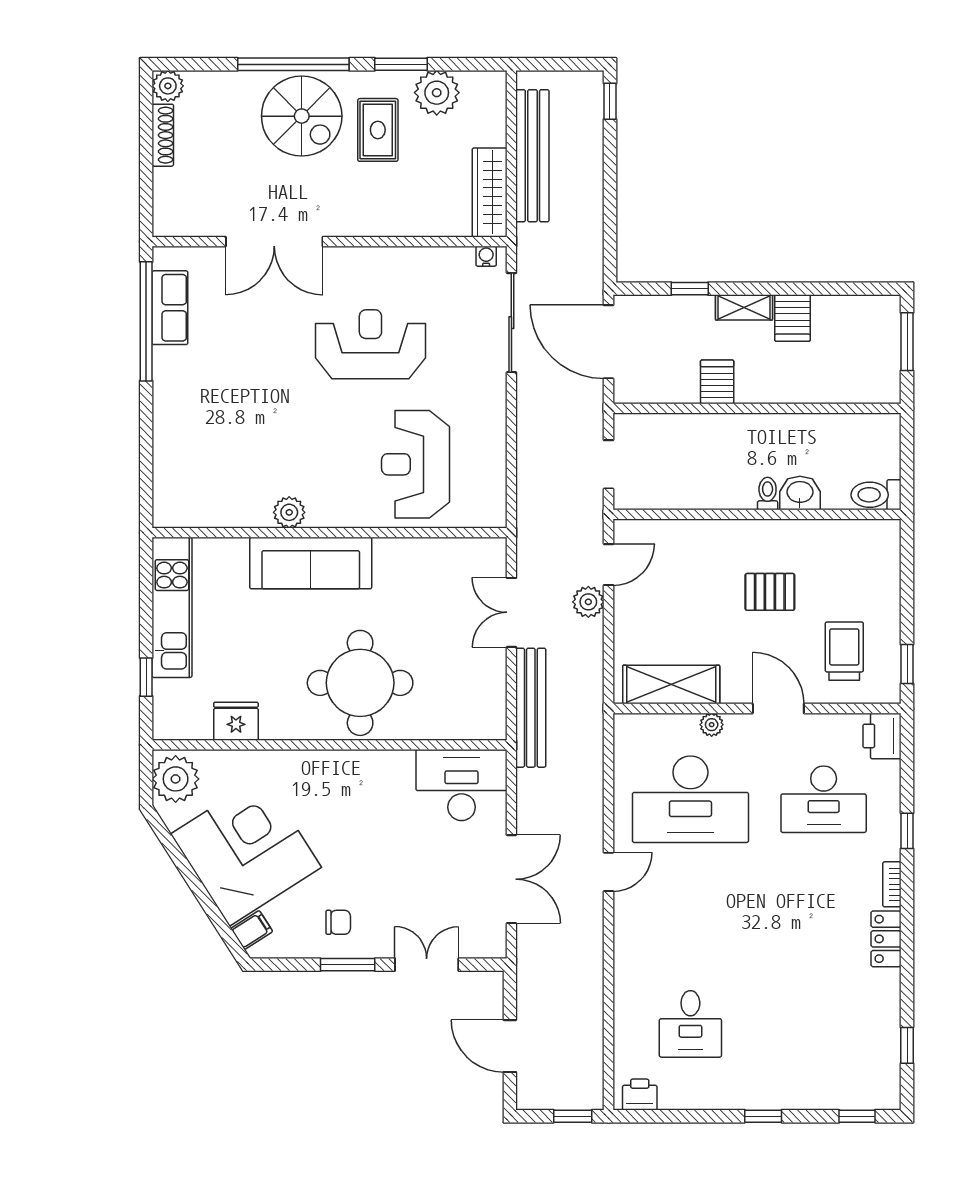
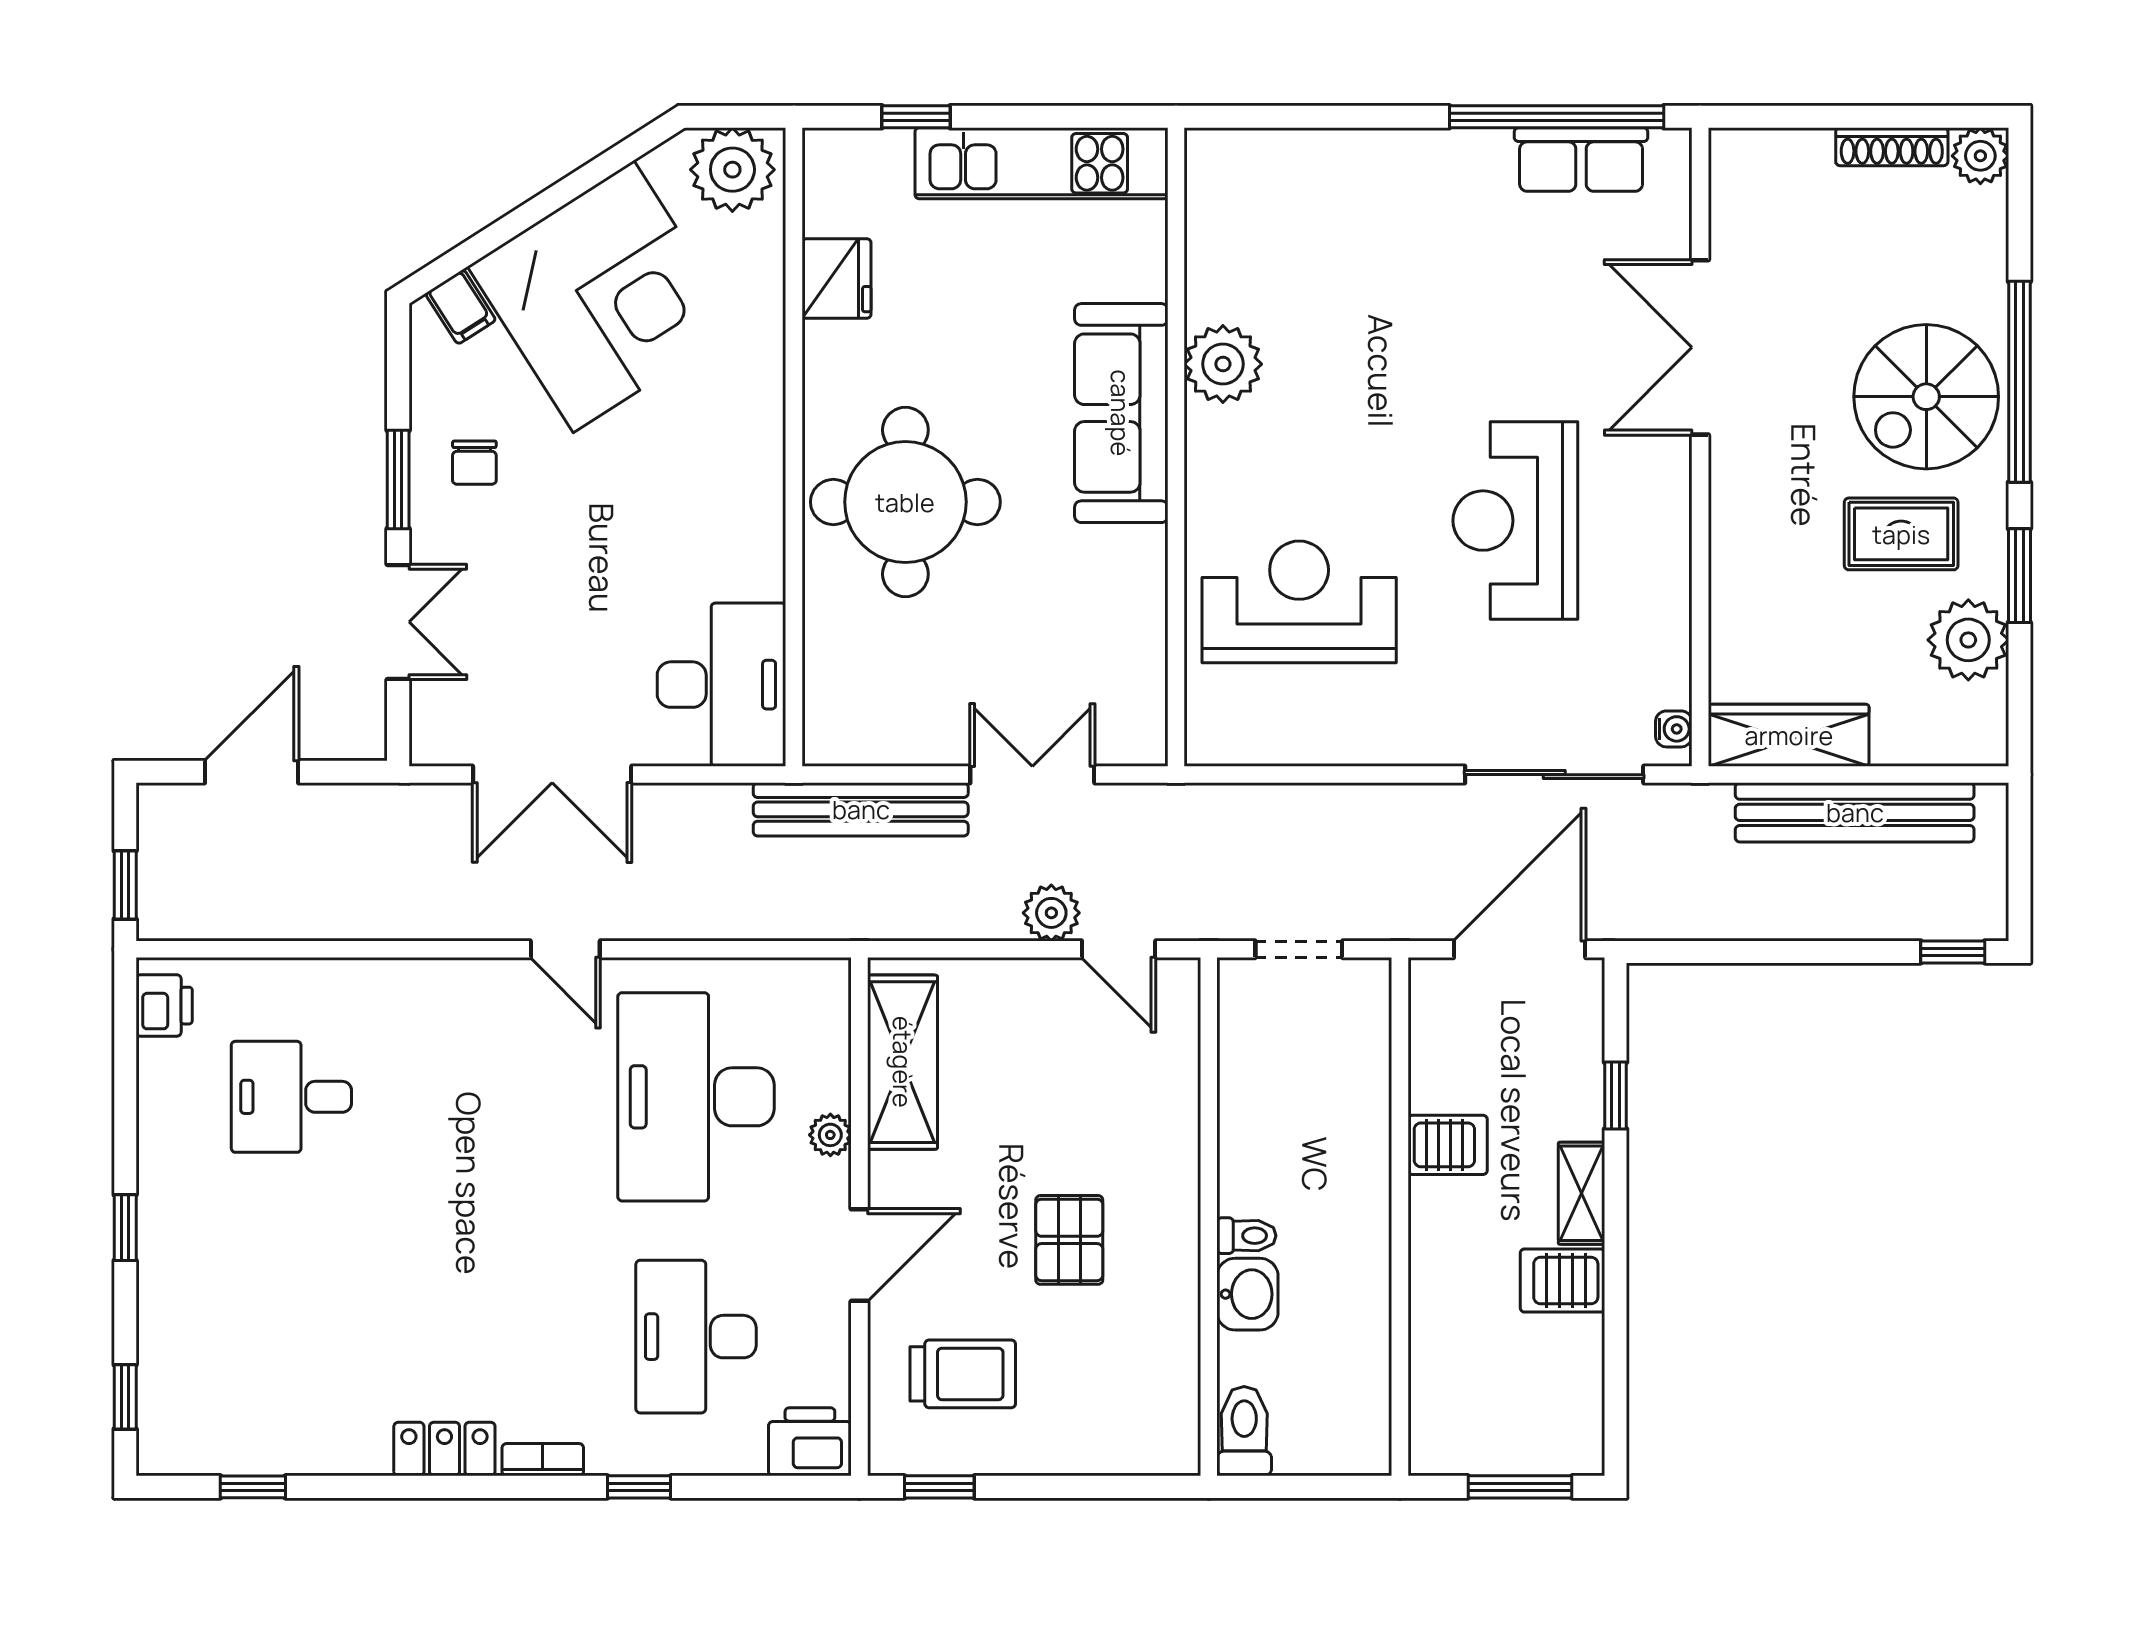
reception desk: (370, 344) -> (1515, 521), turned 180
plant: (289, 512) -> (1223, 364), width x1.36, depth x1.36

